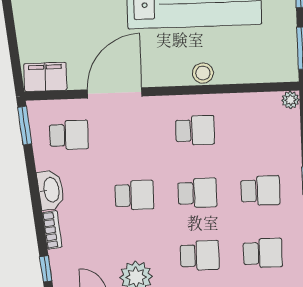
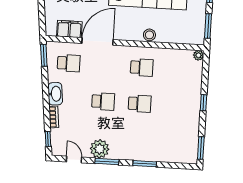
filing cabinet: (45, 77) -> (69, 29), moved
school desk: (260, 191) -> (176, 106), removed
school desk: (263, 253) -> (174, 142), removed
school desk: (200, 255) -> (137, 140), removed

